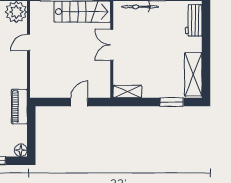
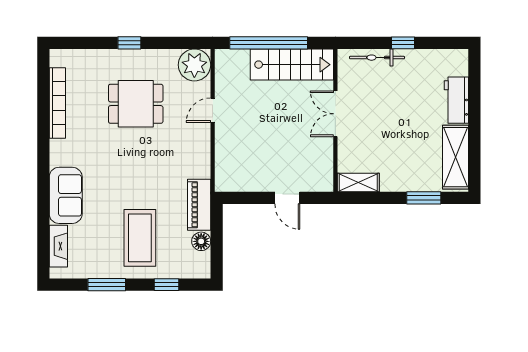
workbench: (194, 20) -> (456, 100), moved
door: (79, 102) -> (287, 198), swing flipped
floor lamp: (21, 150) -> (201, 241), moved

